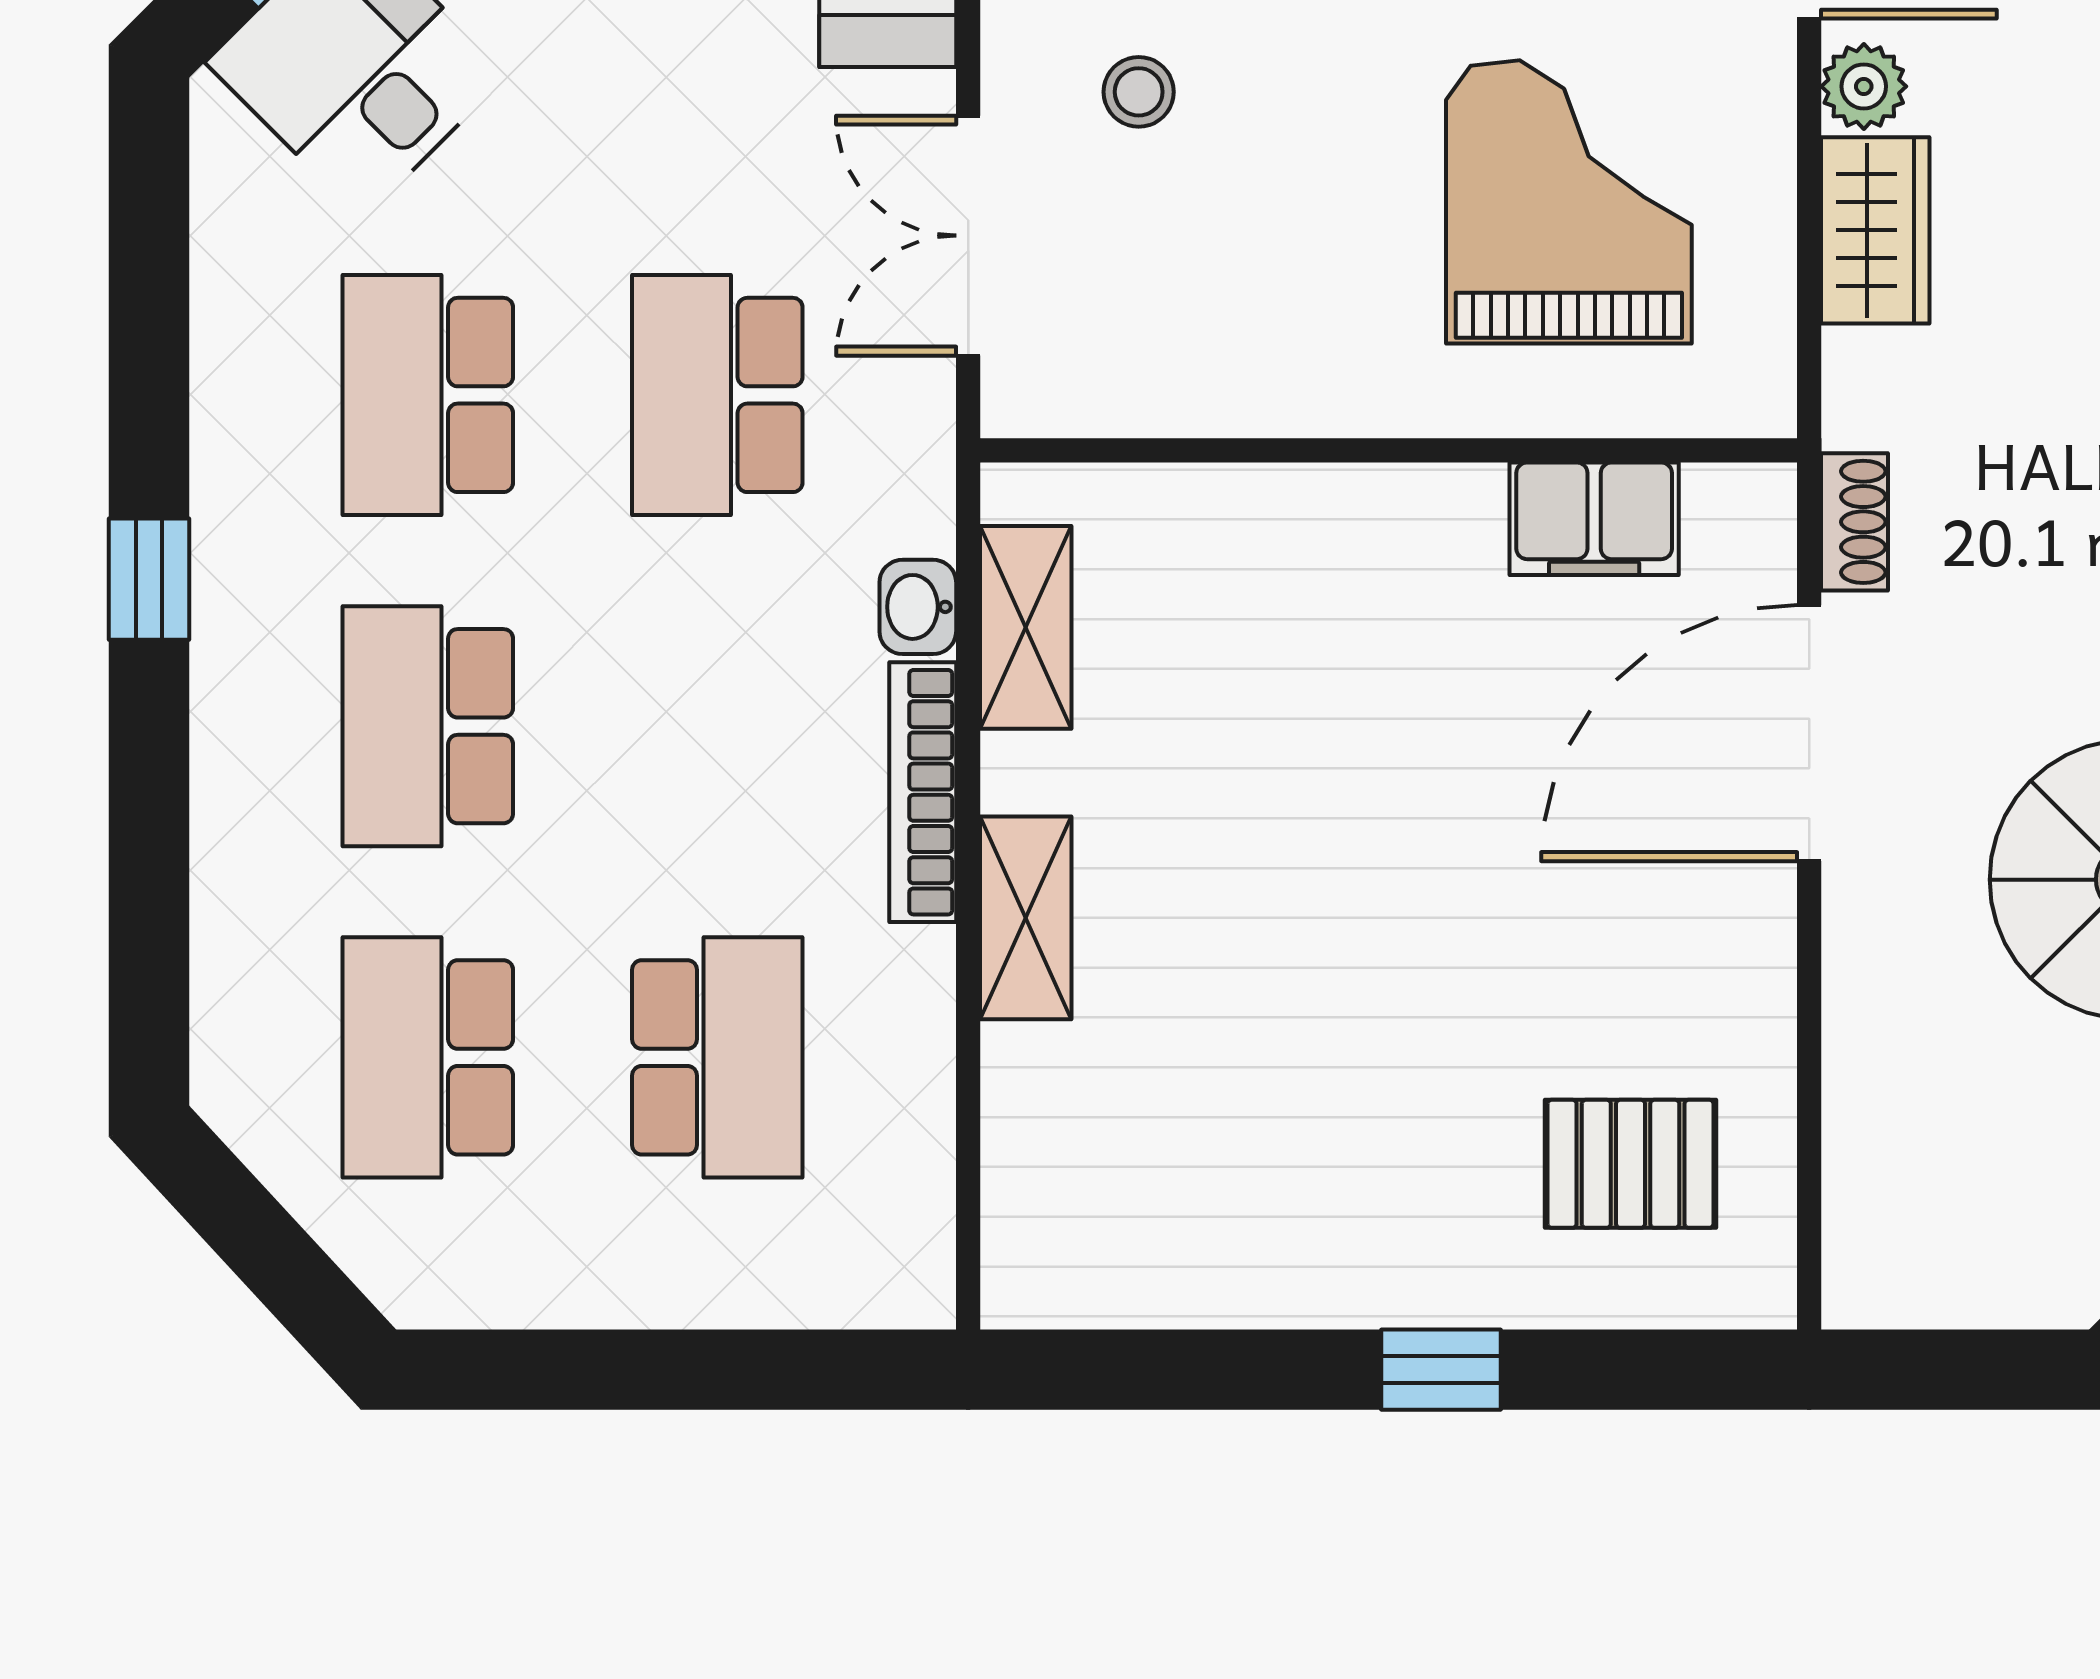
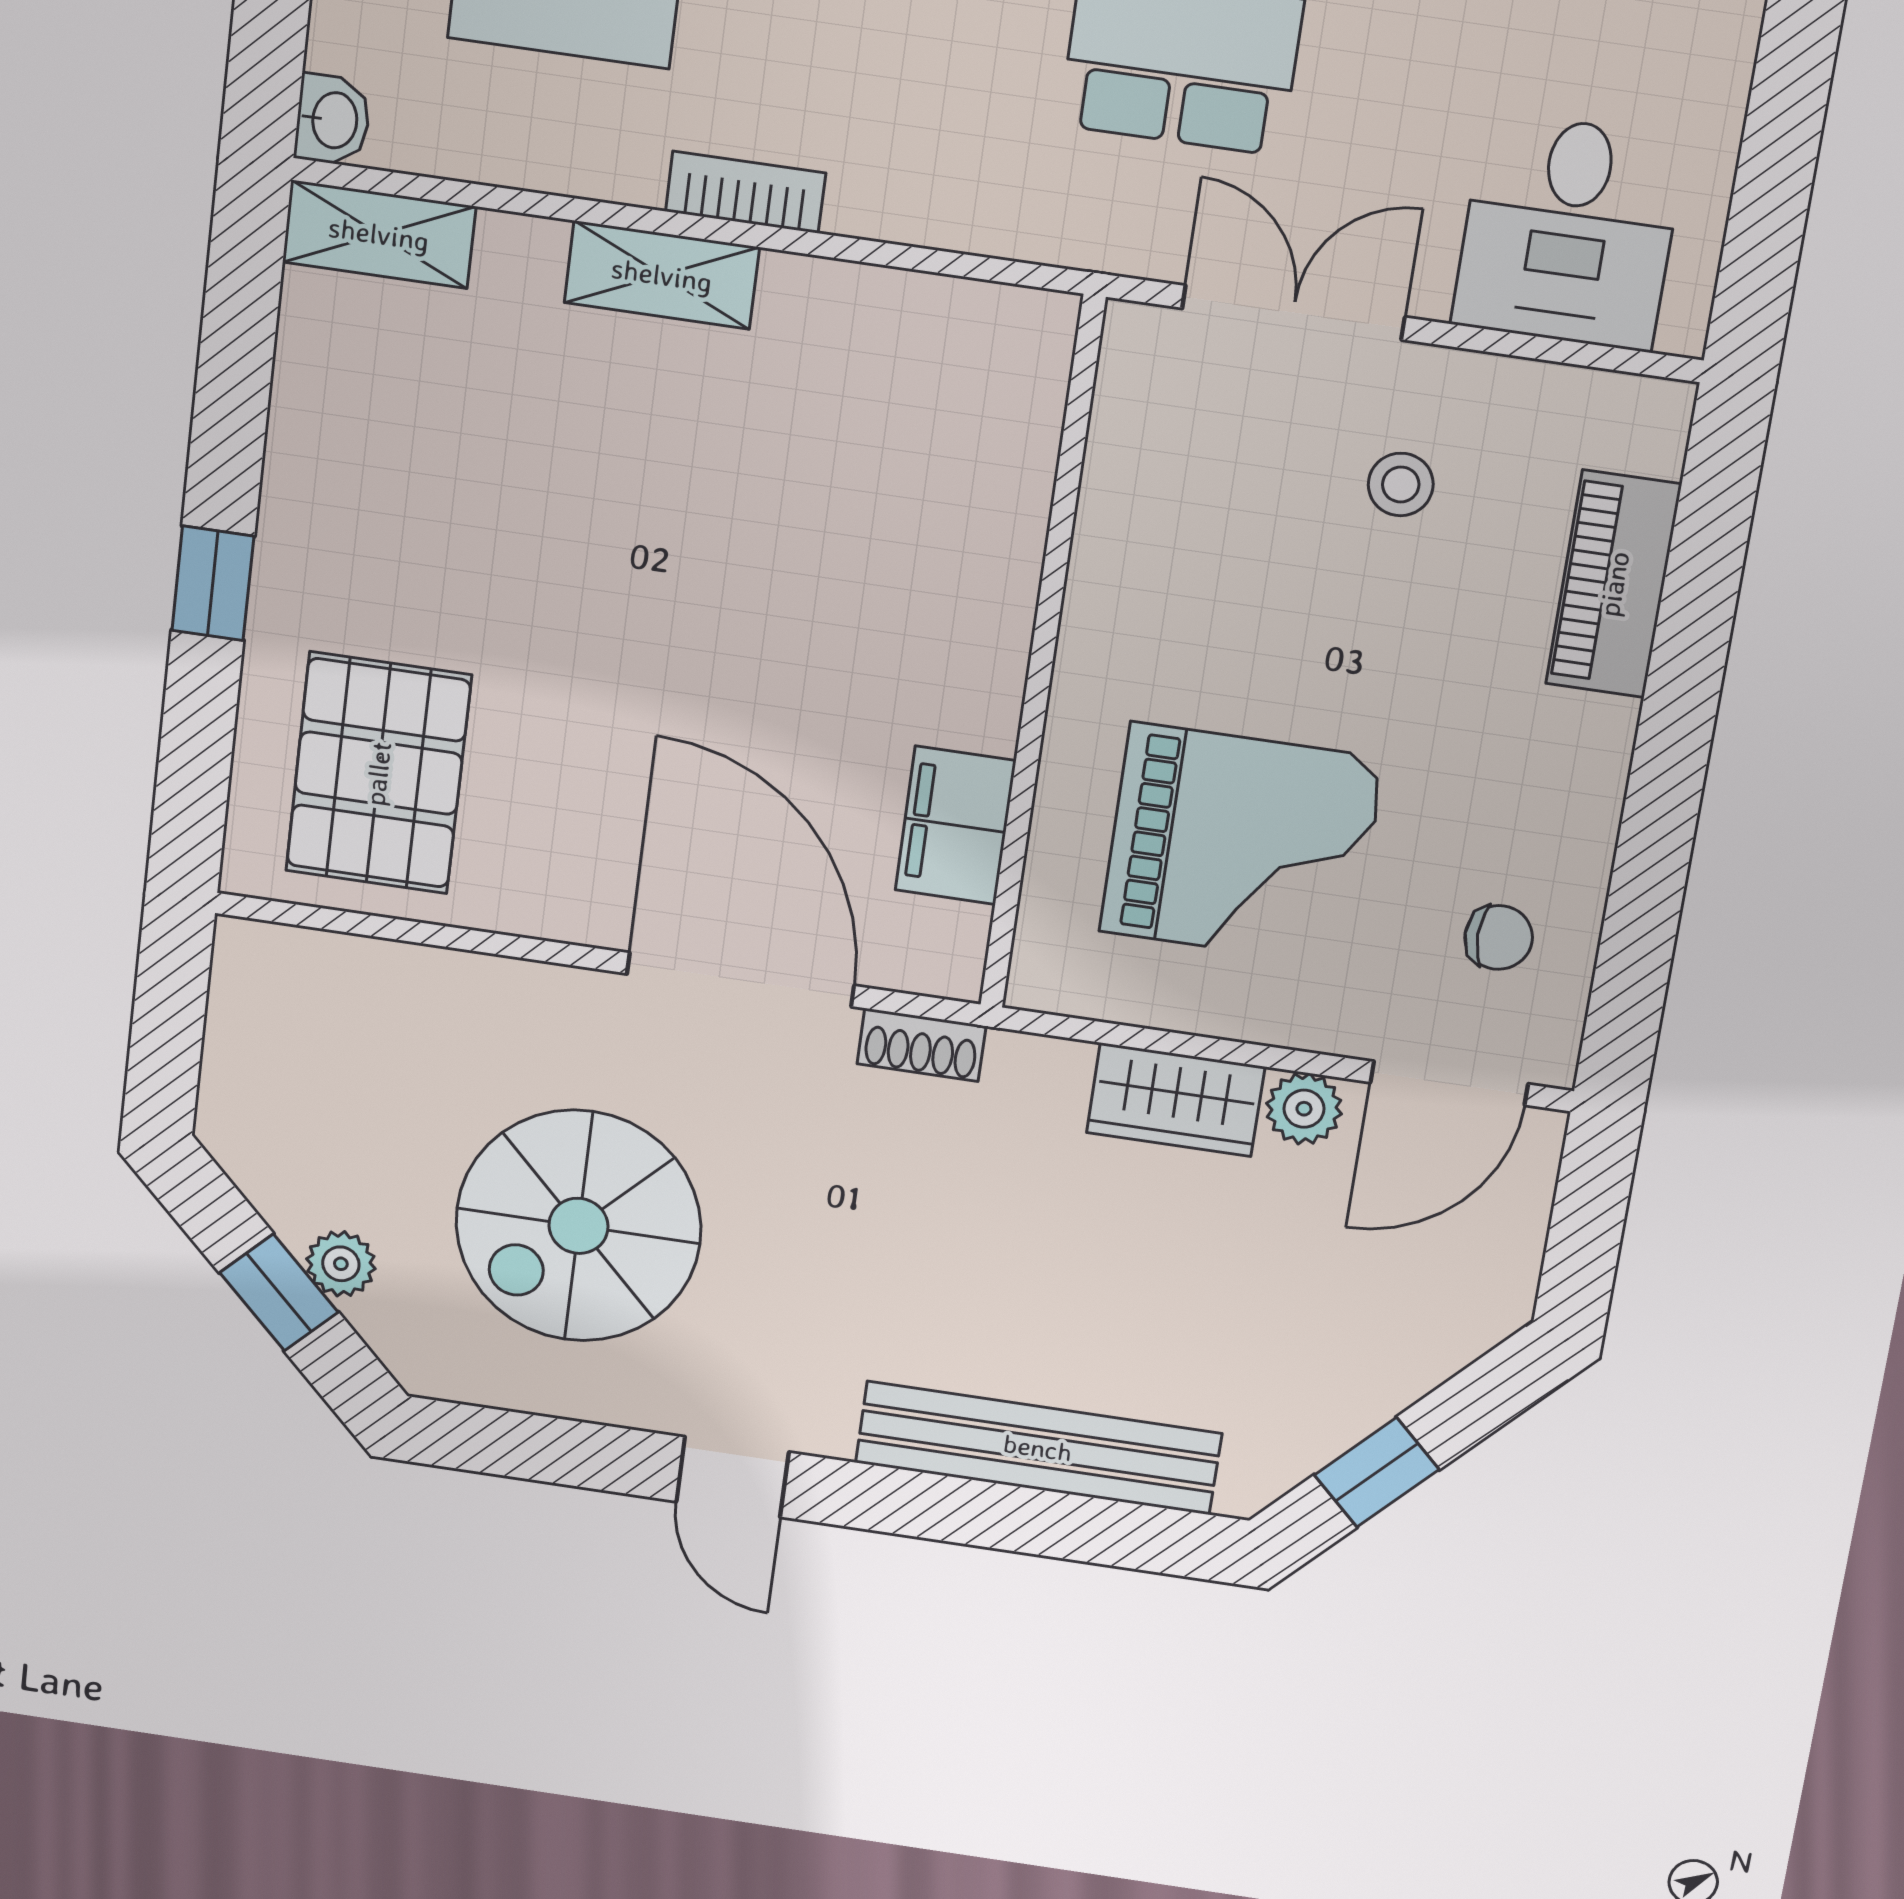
washbasin: (918, 607) -> (333, 120), moved, turned 90
shelving: (1026, 627) -> (379, 234), moved
bookcase: (923, 792) -> (746, 192), width x0.64
pallet: (1631, 1164) -> (378, 773), width x1.50, depth x1.42

